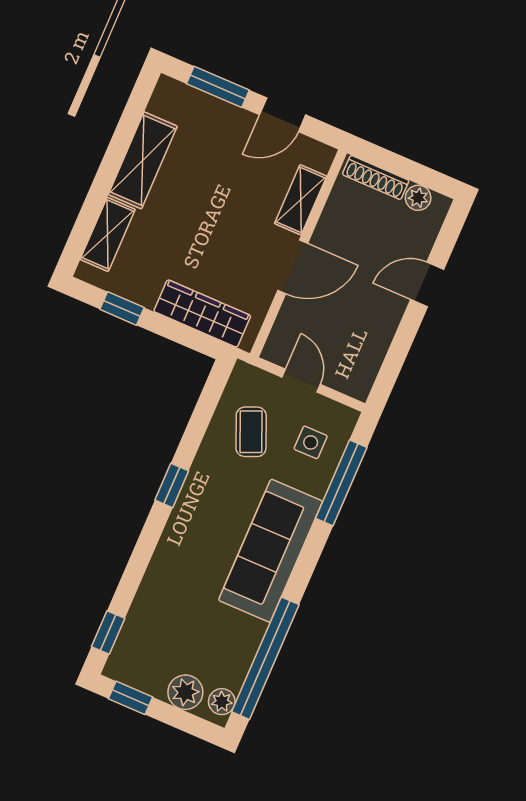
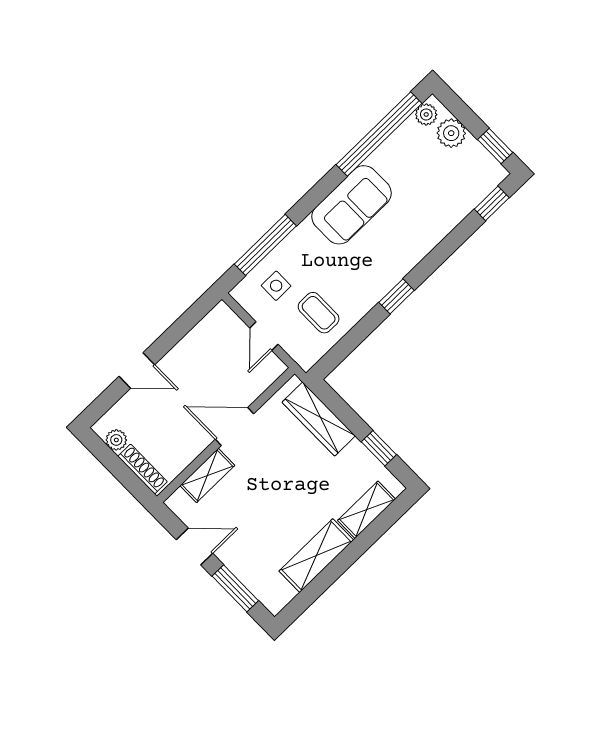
coffee table: (251, 432) -> (319, 313), turned -67
sofa: (271, 551) -> (352, 205), width x0.73

